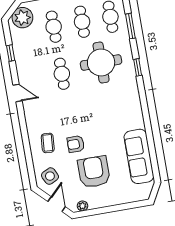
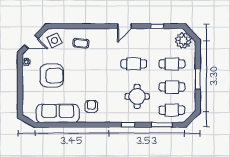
round table: (101, 63) -> (137, 96), width x0.73, depth x0.73
armchair: (76, 144) -> (91, 106), moved

